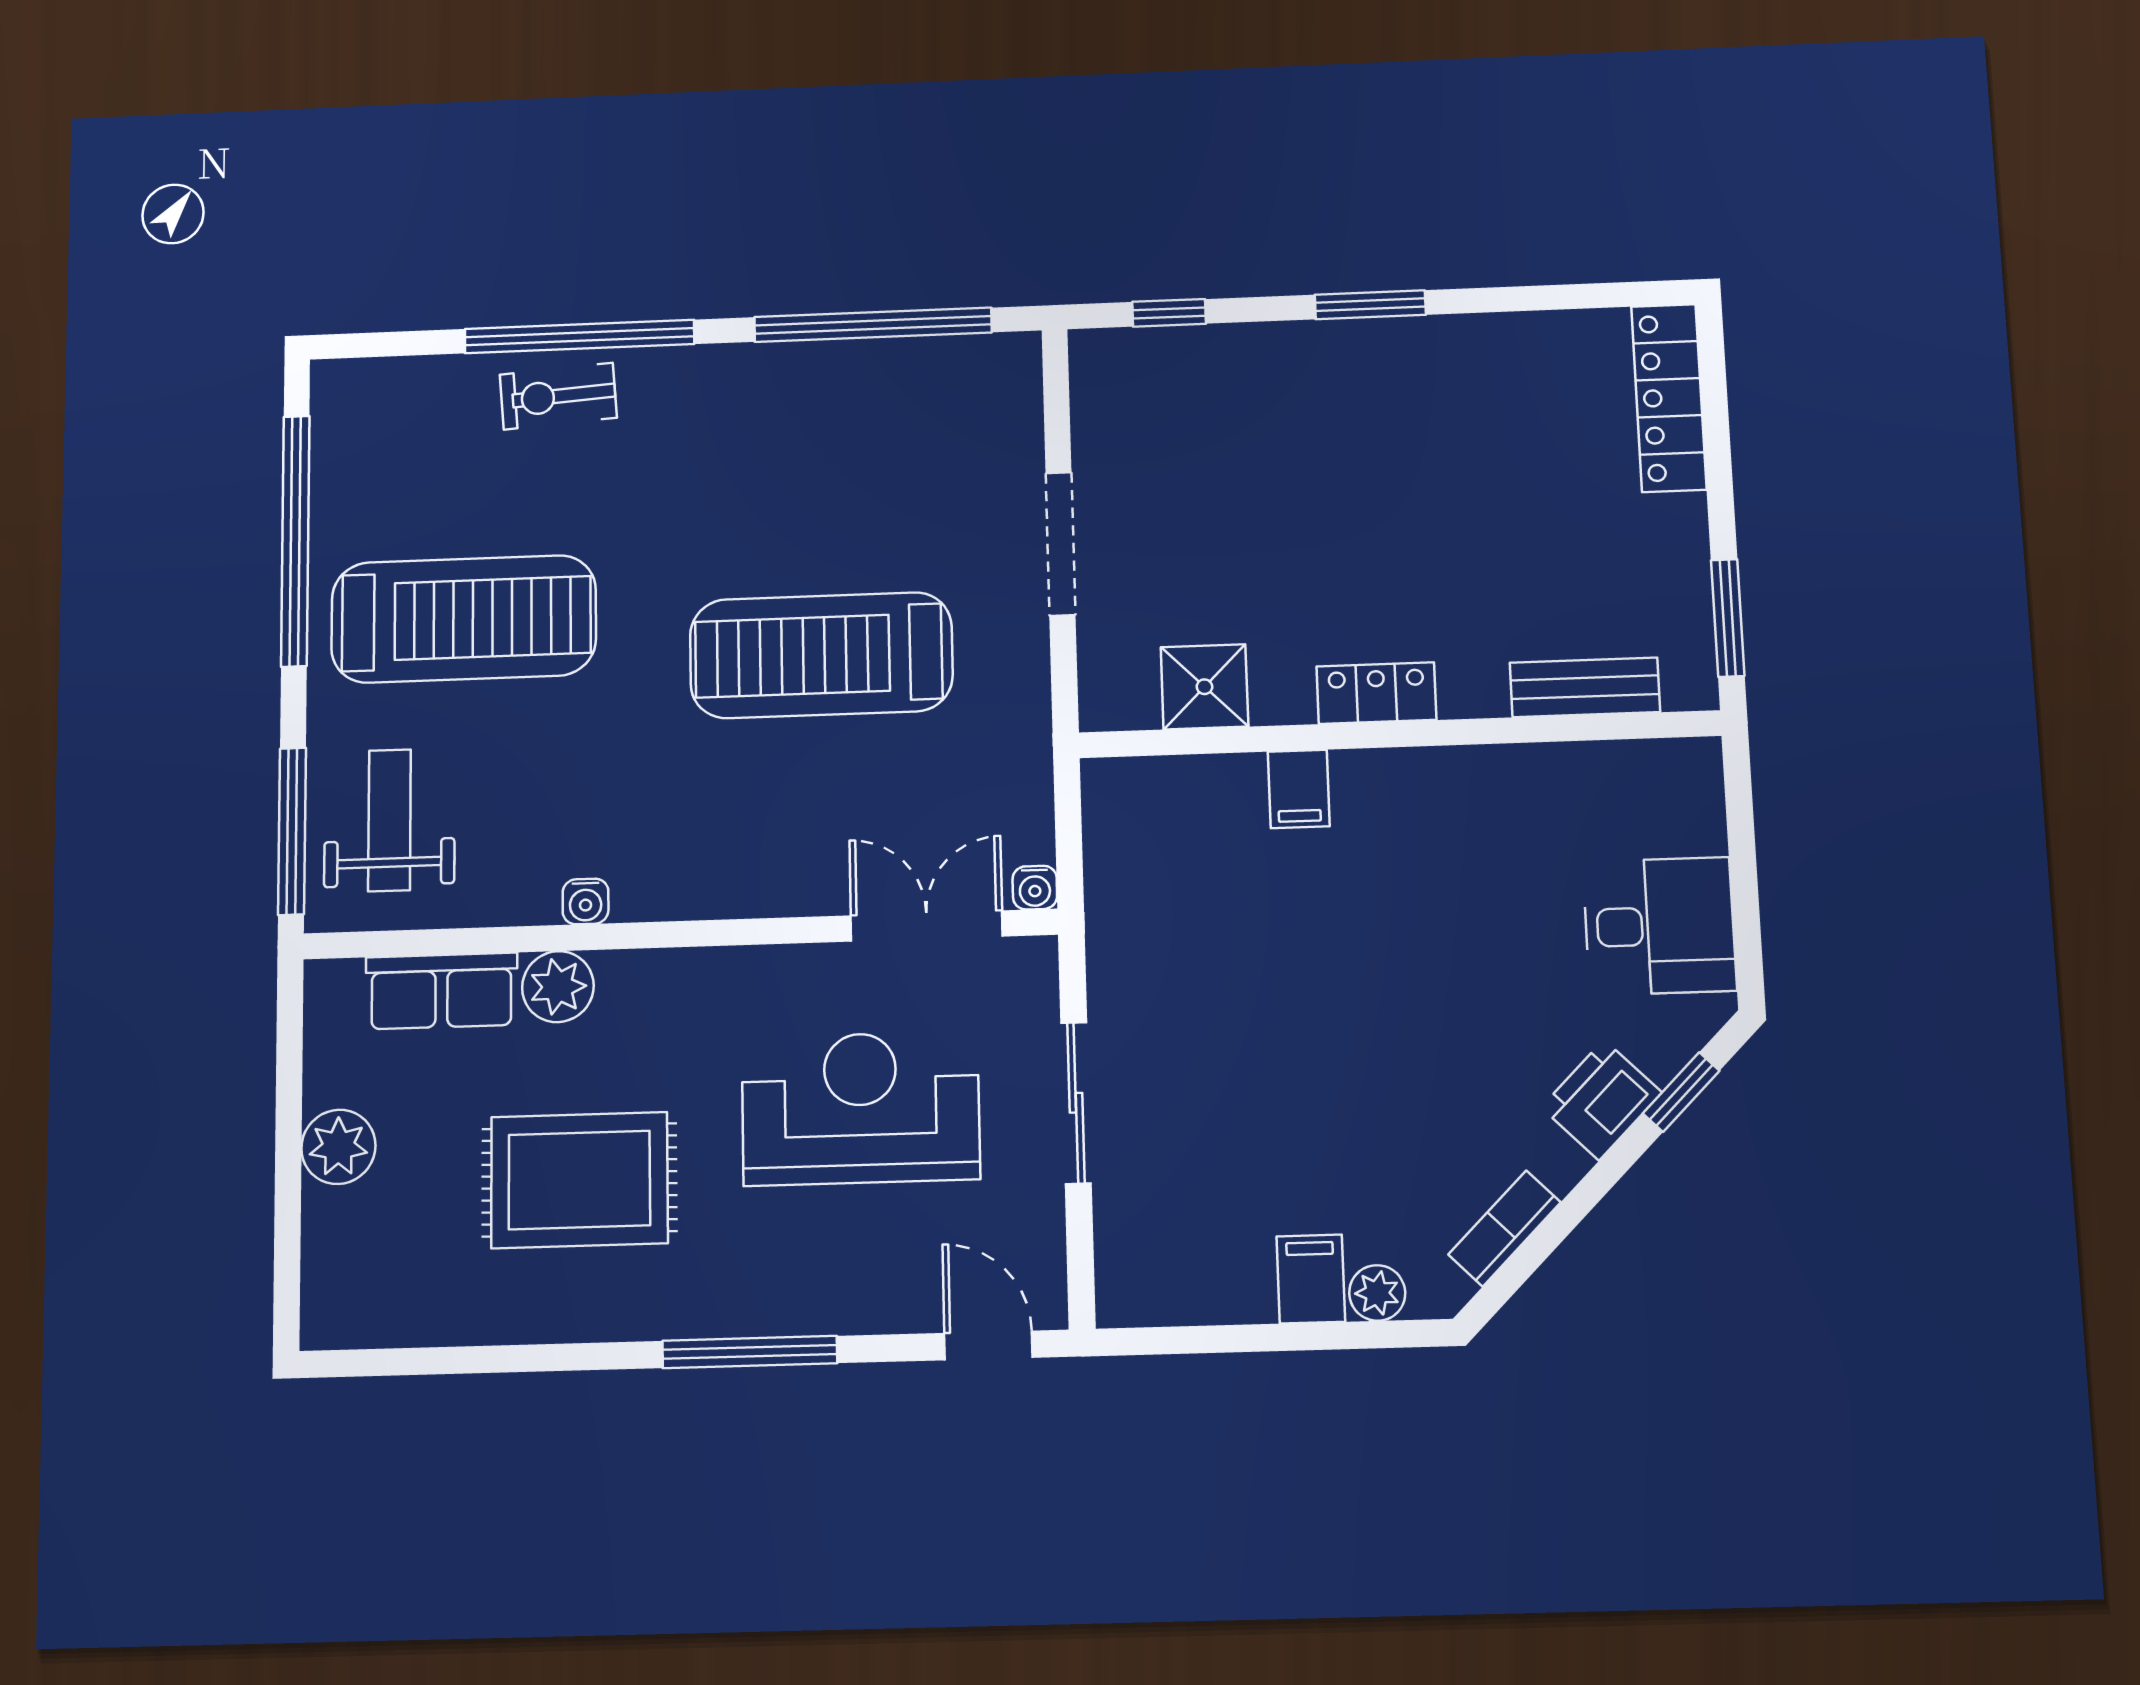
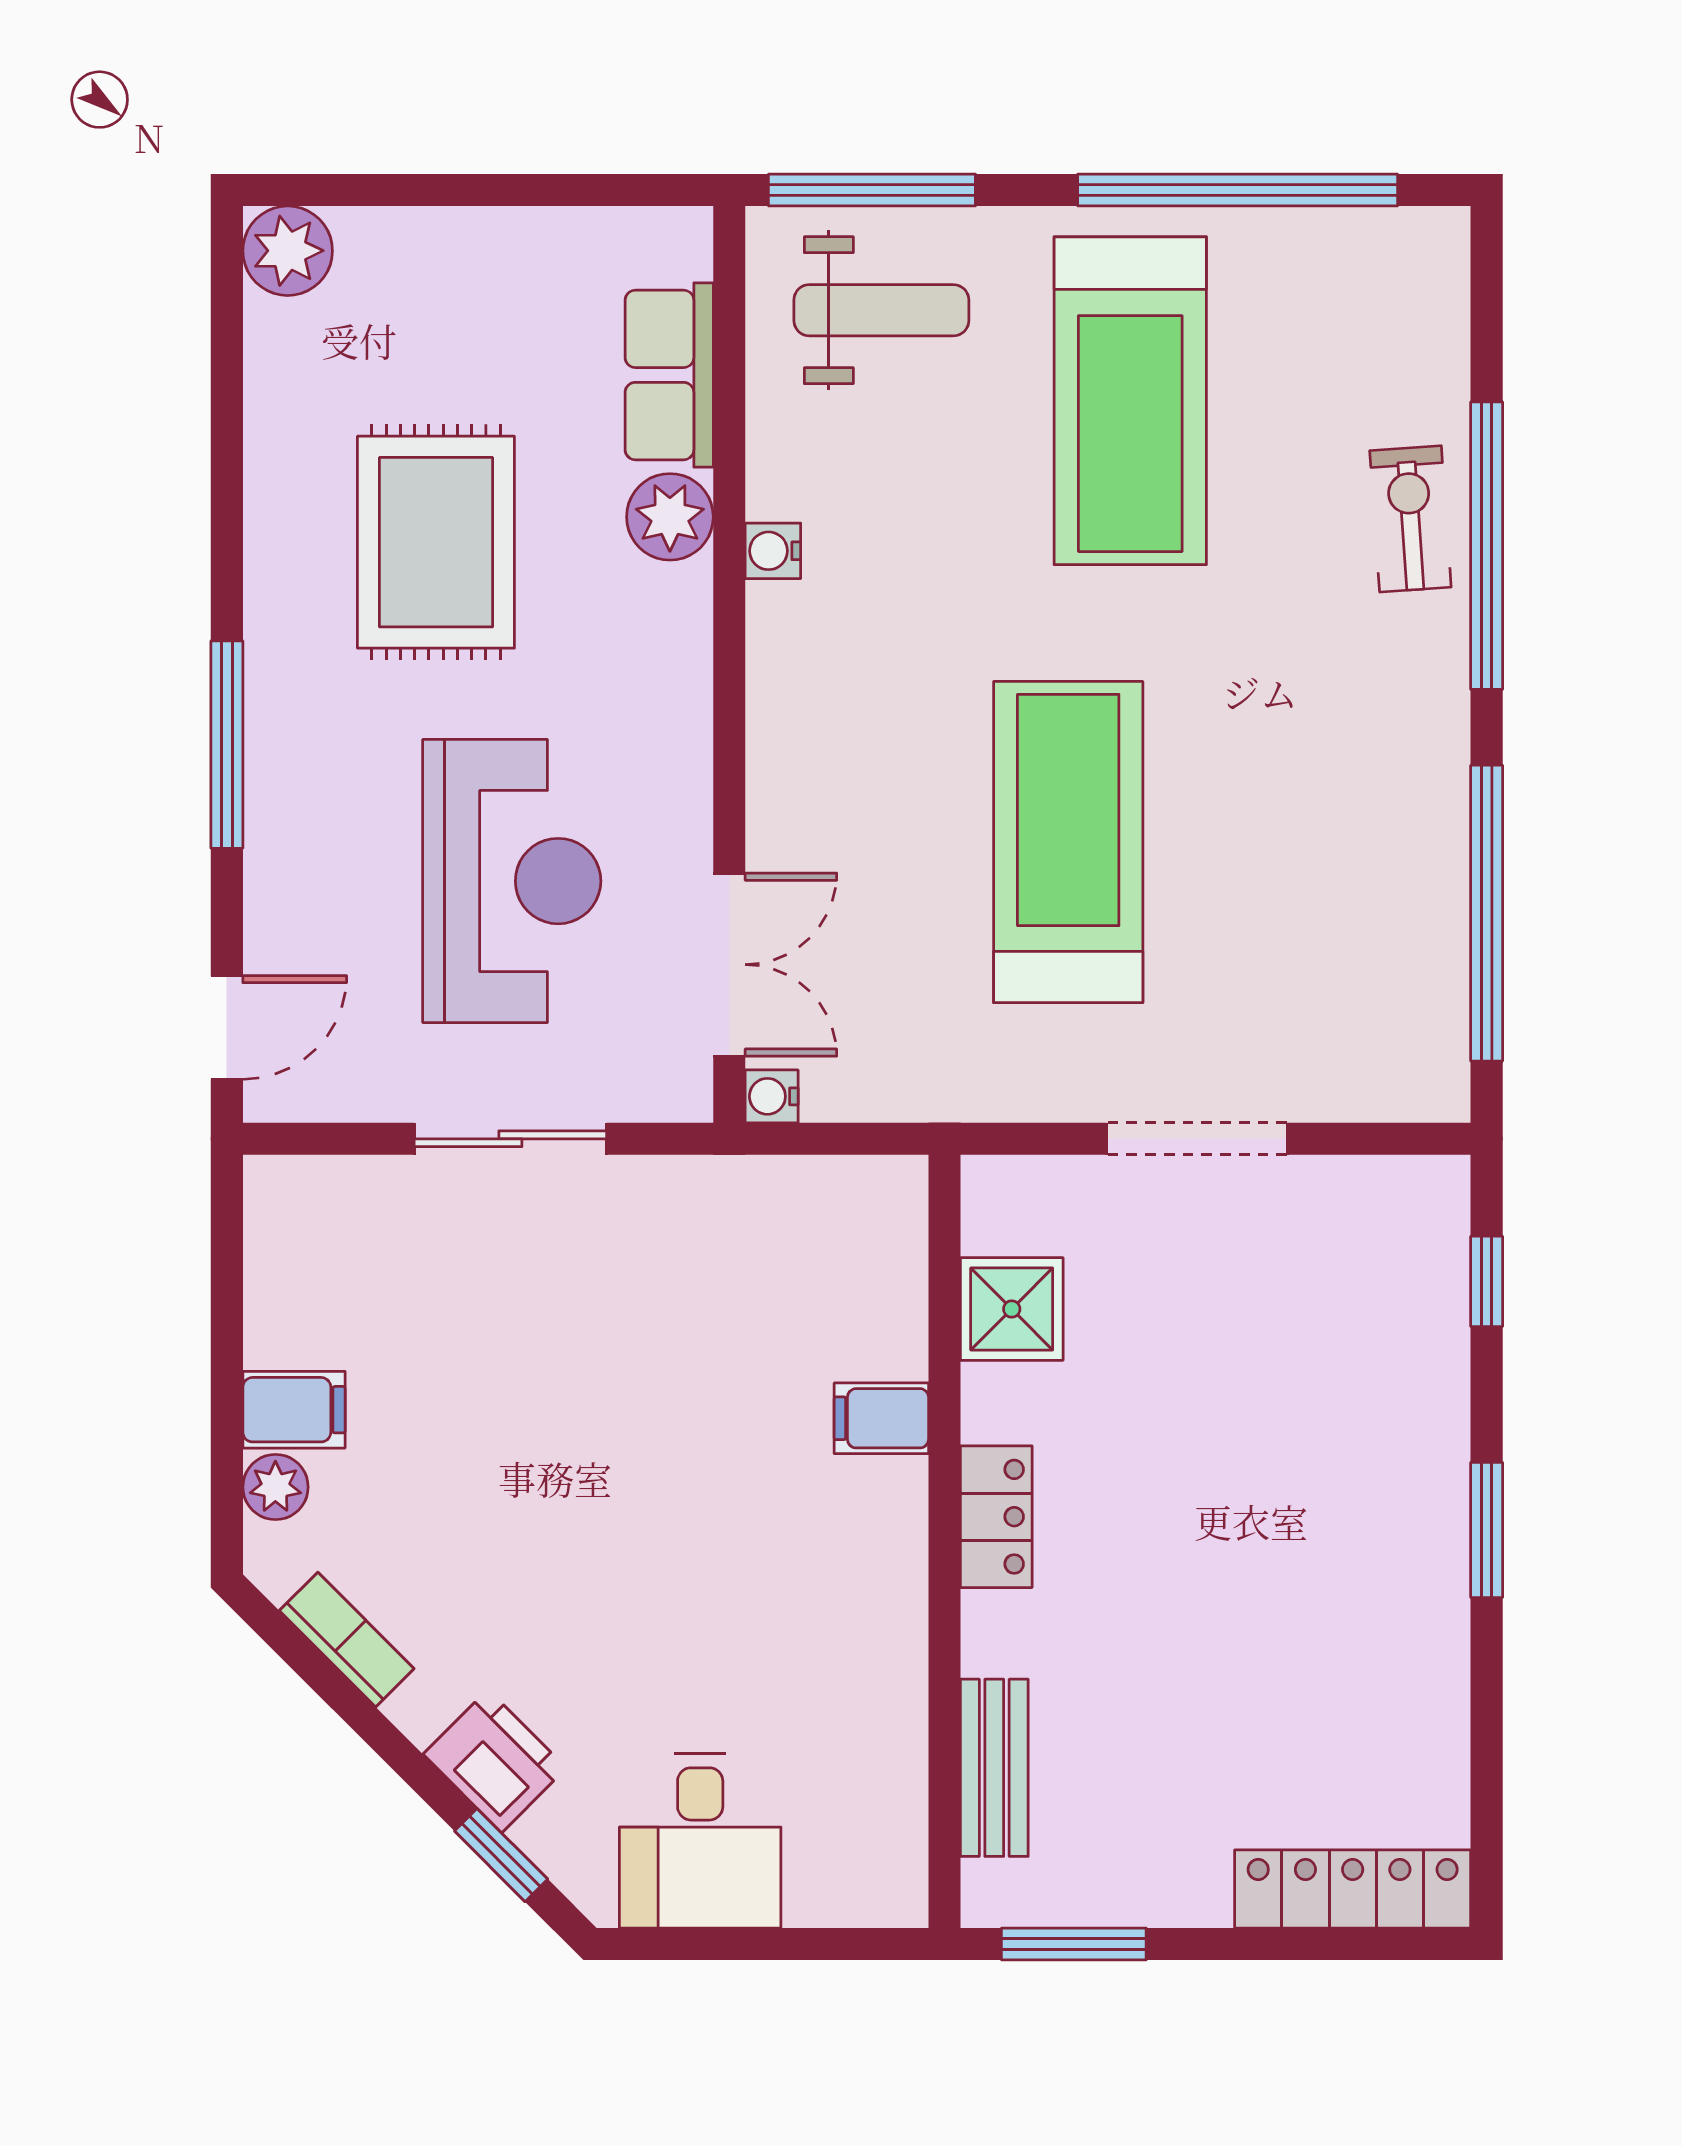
plant: (338, 1147) -> (288, 251), moved

